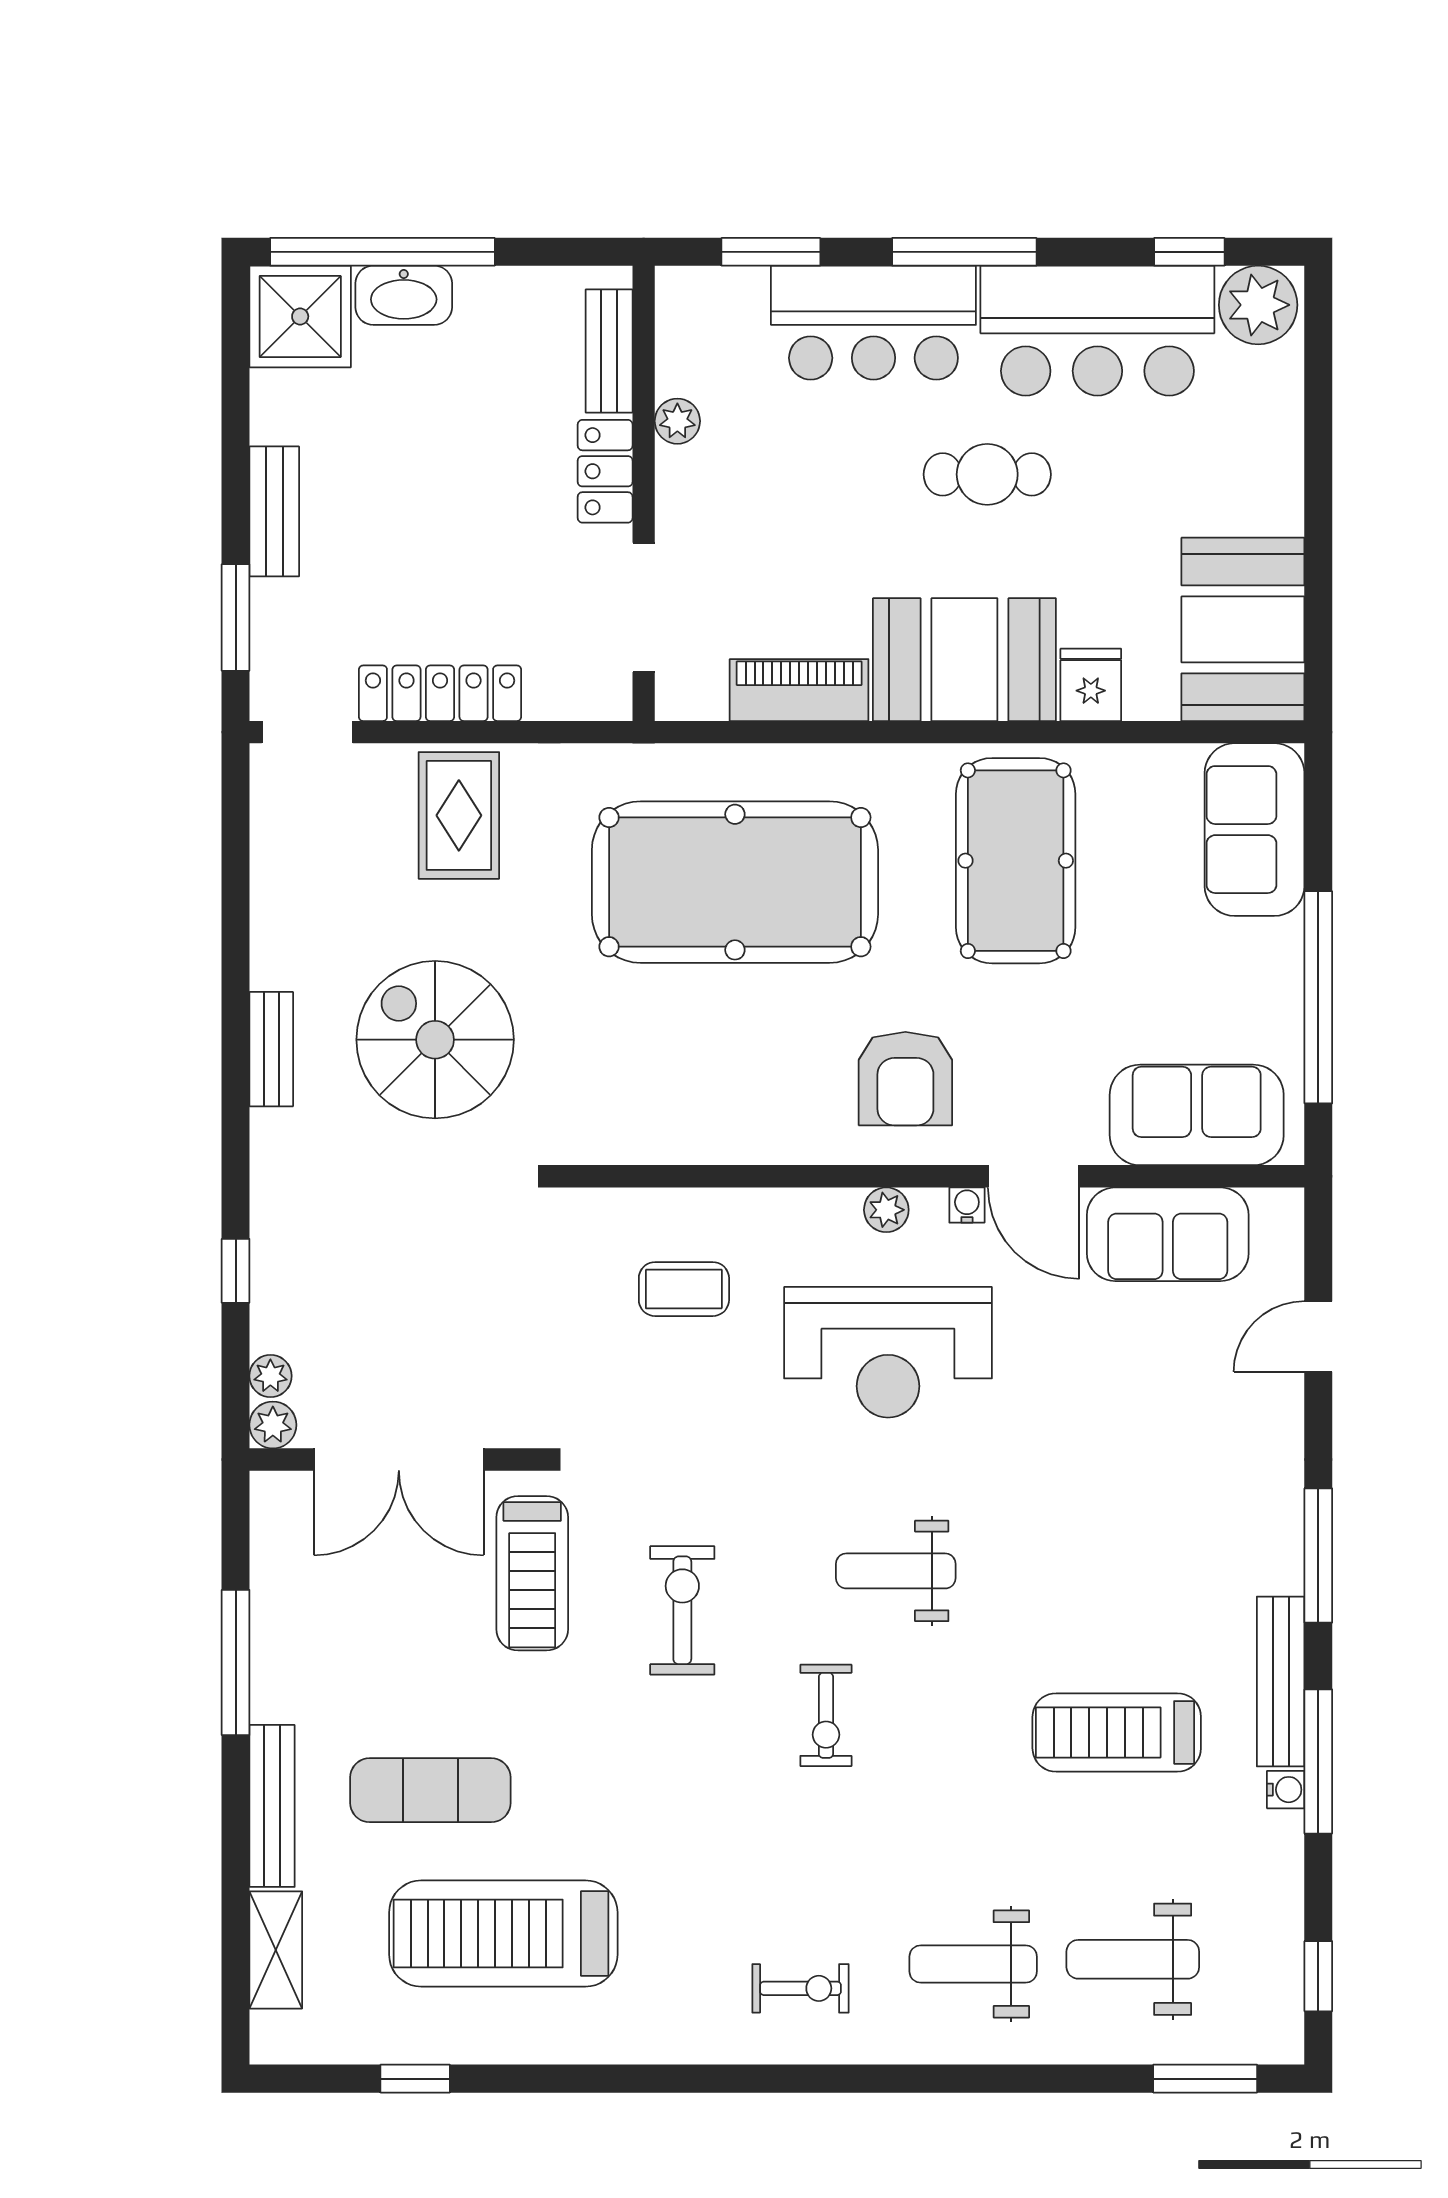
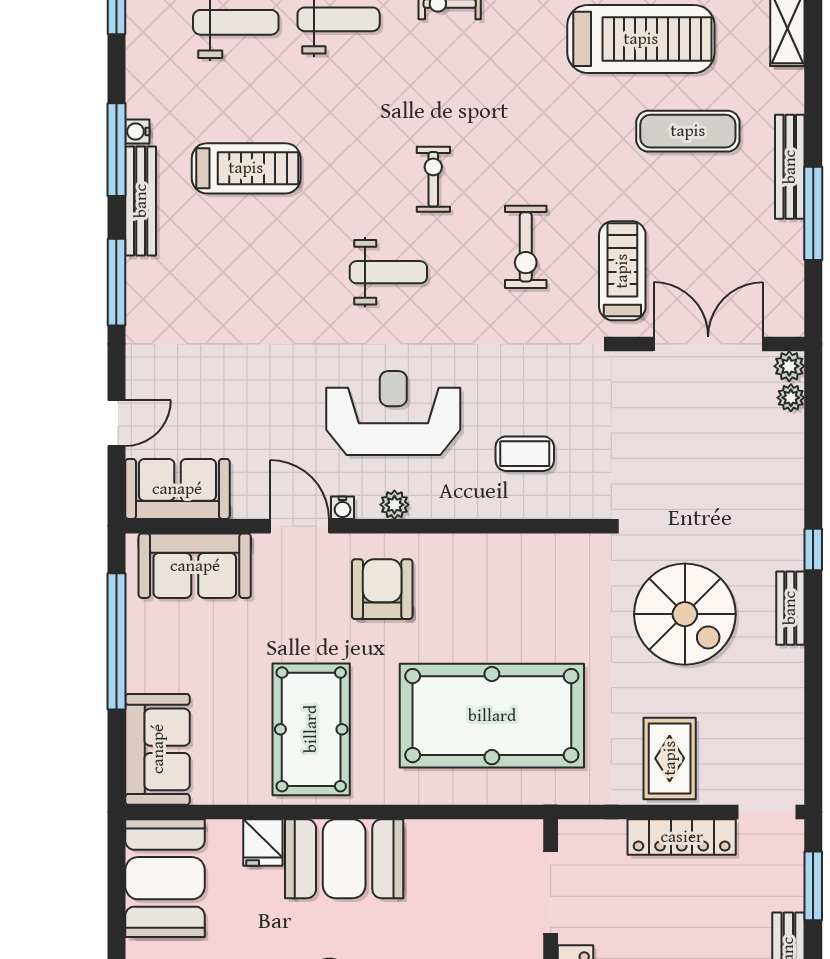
piano: (799, 690) -> (451, 839), removed
sofa: (1168, 1234) -> (177, 489), moved
window: (236, 1271) -> (813, 550), moved
bench: (272, 1806) -> (790, 167), moved

